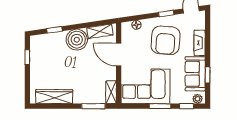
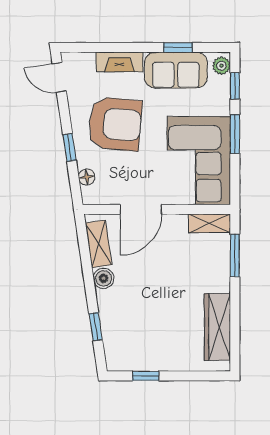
window: (166, 13) -> (70, 147), moved
boiler: (77, 40) -> (104, 278), width x0.54, depth x0.54

